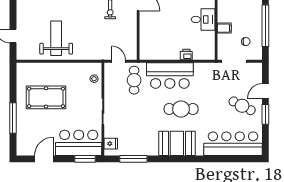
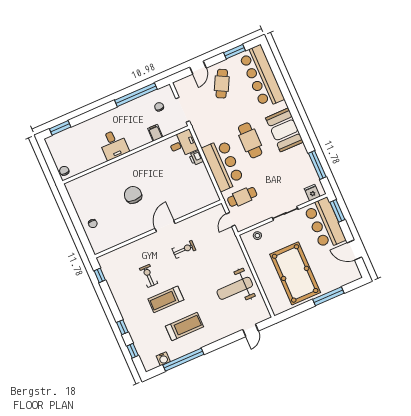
desk: (203, 19) -> (183, 144), moved, turned 90
door: (265, 91) -> (198, 68), hinge flipped
pool table: (46, 97) -> (295, 273), width x1.36, depth x1.32
window: (265, 114) -> (234, 52), moved

